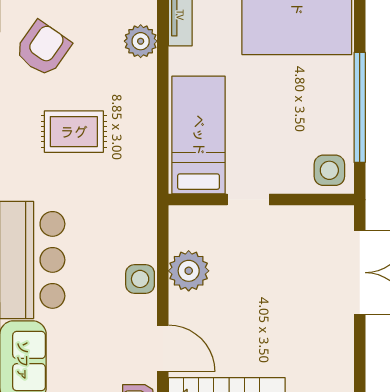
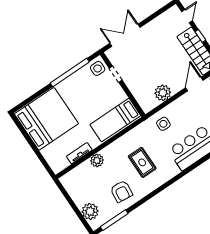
armchair: (43, 49) -> (121, 191), turned -119
doorway: (248, 200) -> (116, 74), moved
side table: (140, 279) -> (163, 124), moved

